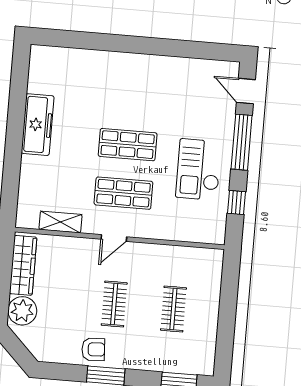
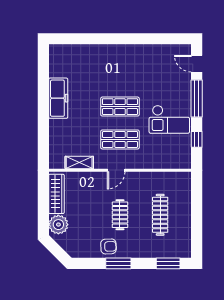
checkout: (199, 170) -> (169, 119), turned -90
clothes rail: (173, 309) -> (160, 215), width x1.36

